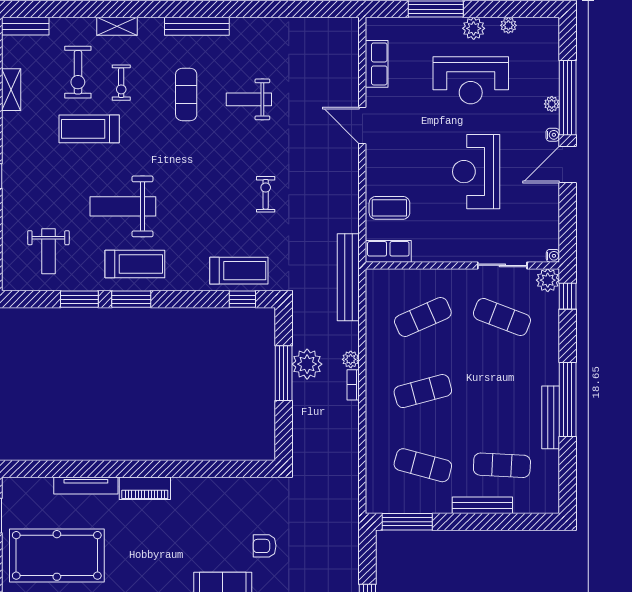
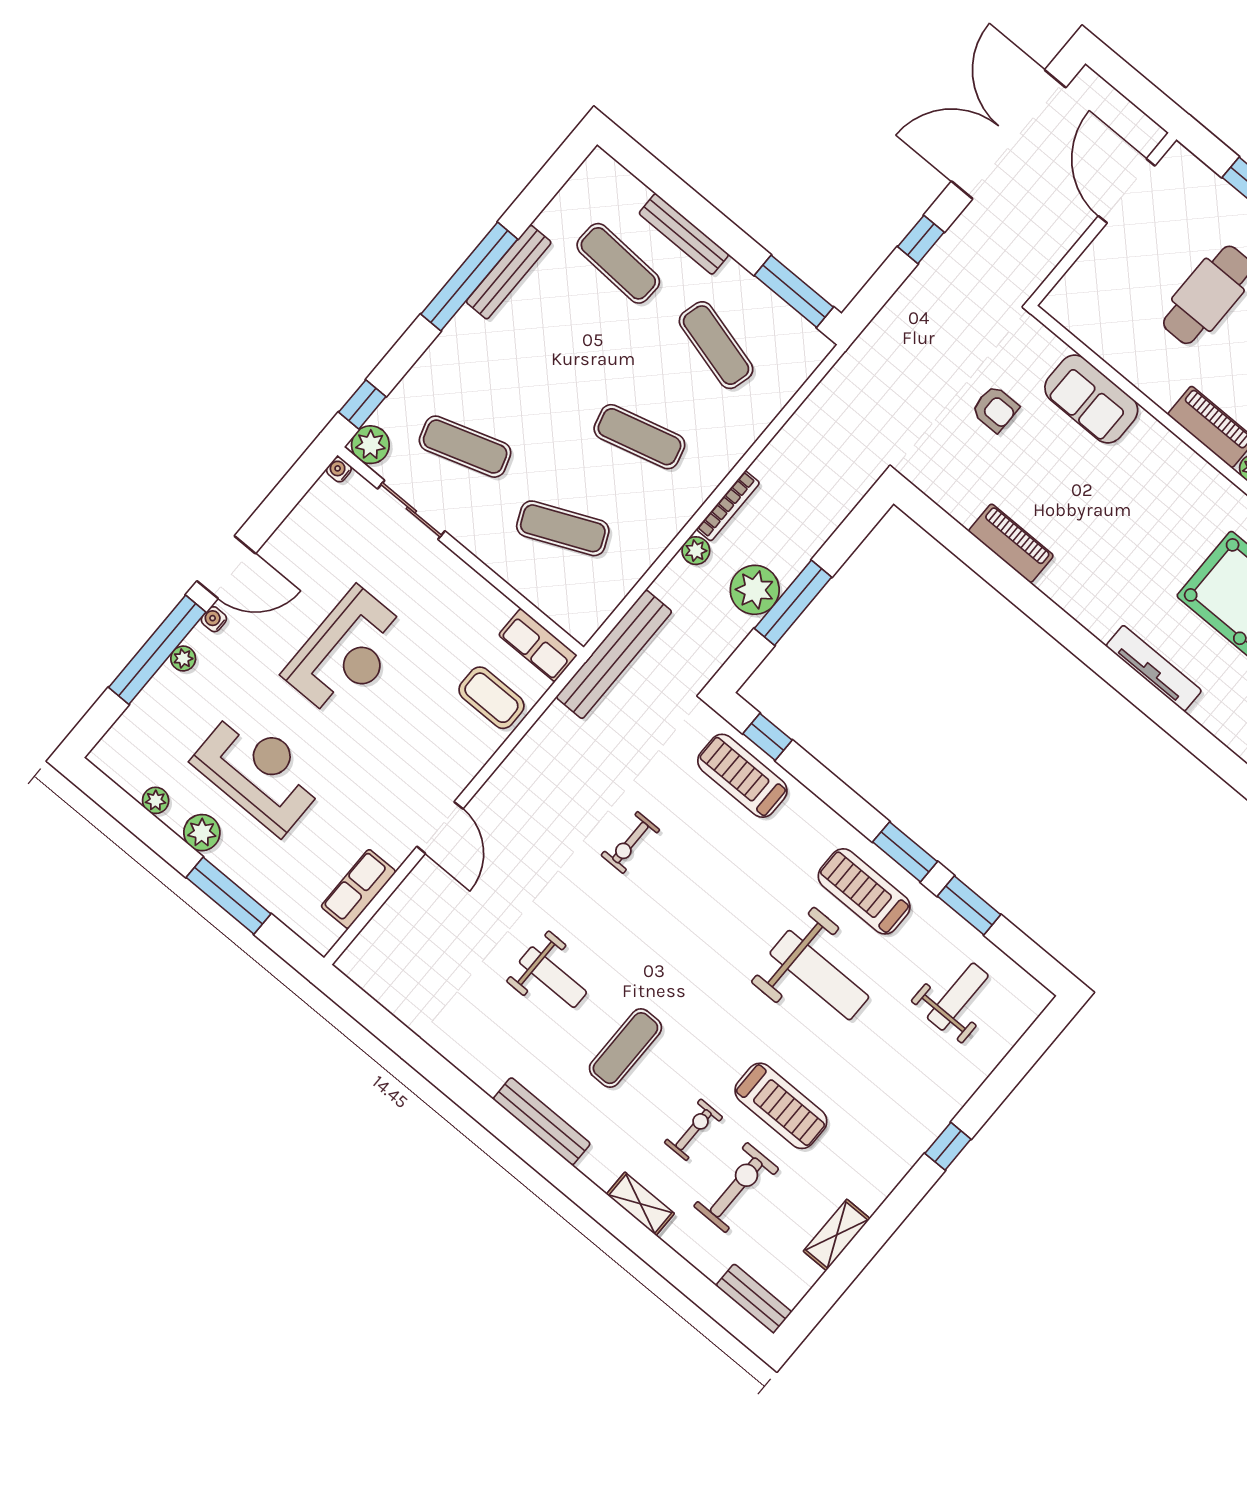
exercise mat: (502, 317) -> (465, 447), turned -39
bookcase: (353, 385) -> (728, 506), width x1.56
piano: (145, 488) -> (1011, 543), moved

